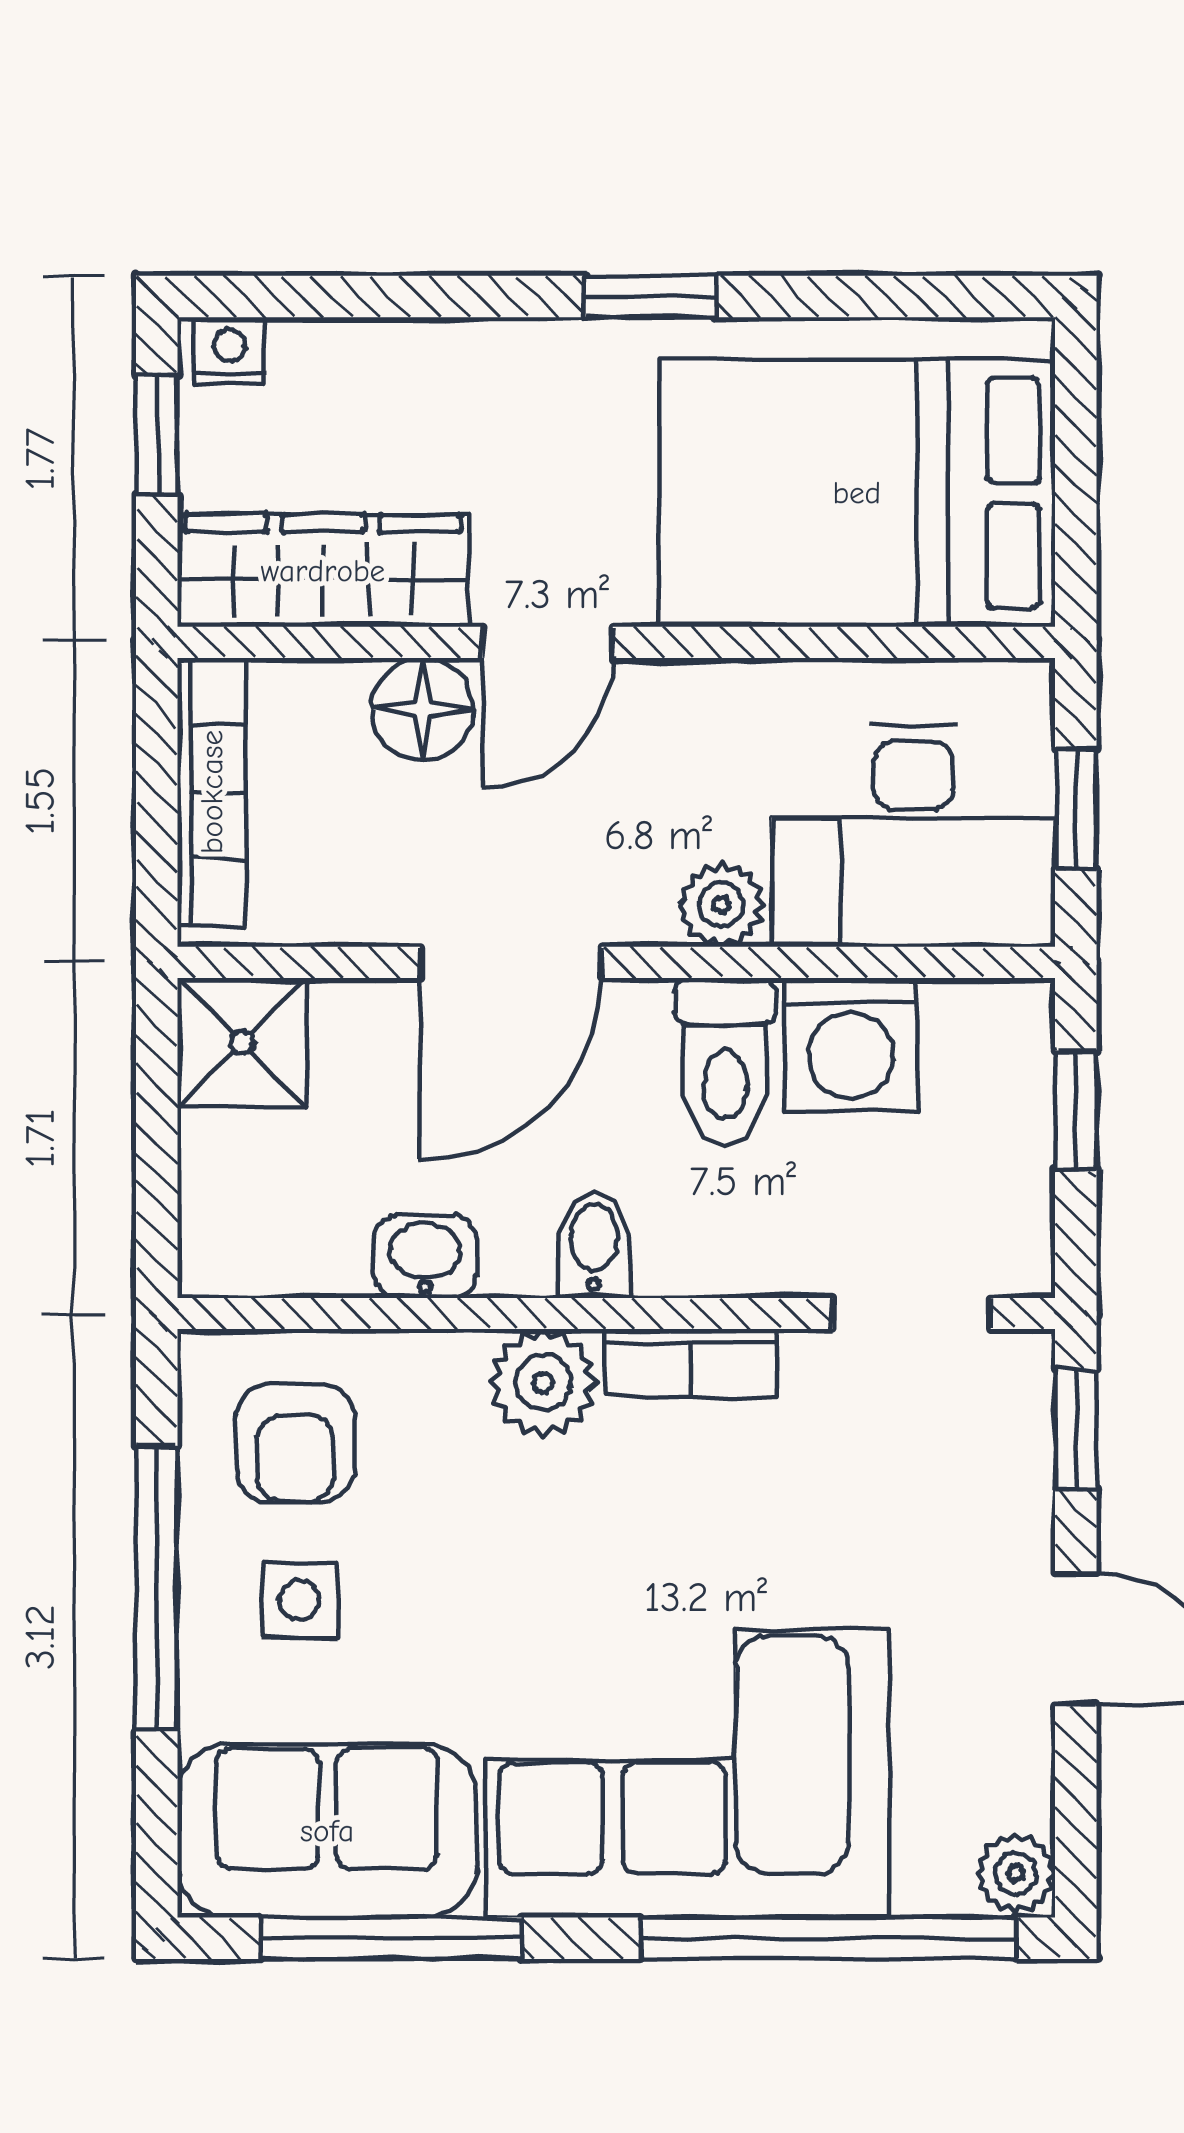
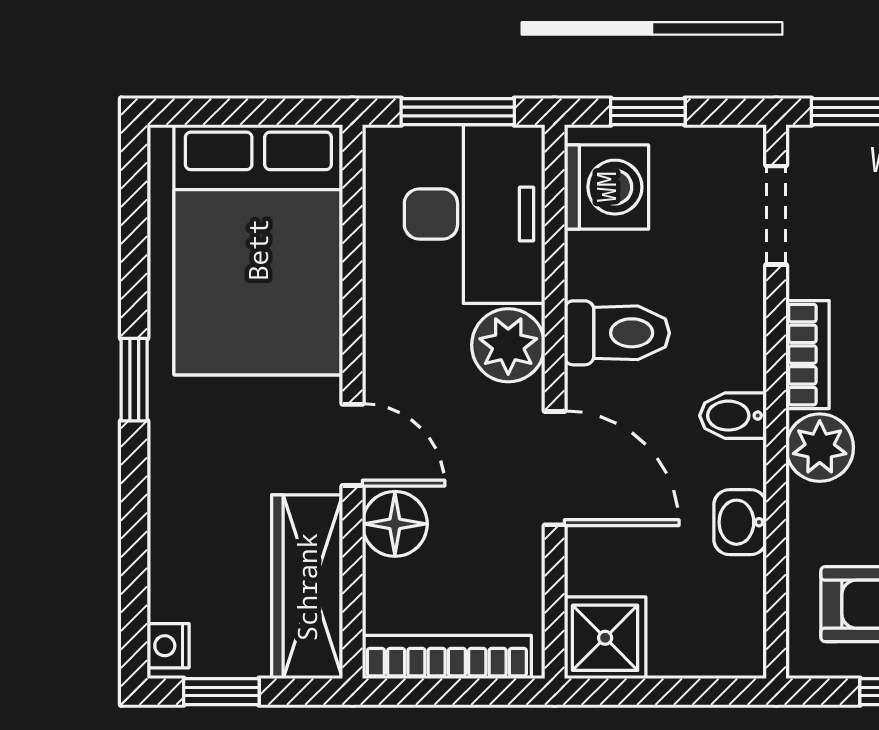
window: (1076, 809) -> (458, 112), width x1.50
plant: (721, 905) -> (508, 345), width x1.38, depth x1.38
washing machine: (851, 1045) -> (606, 187), moved

